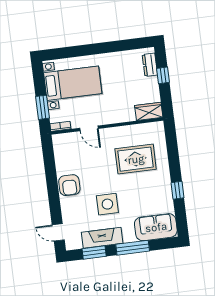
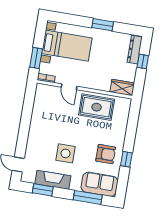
window: (106, 48) -> (103, 25), added
dresser: (150, 65) -> (135, 50), width x1.44
rug: (136, 159) -> (97, 107), moved
armchair: (69, 185) -> (106, 154), moved, turned -90
window: (133, 248) -> (88, 197), moved

